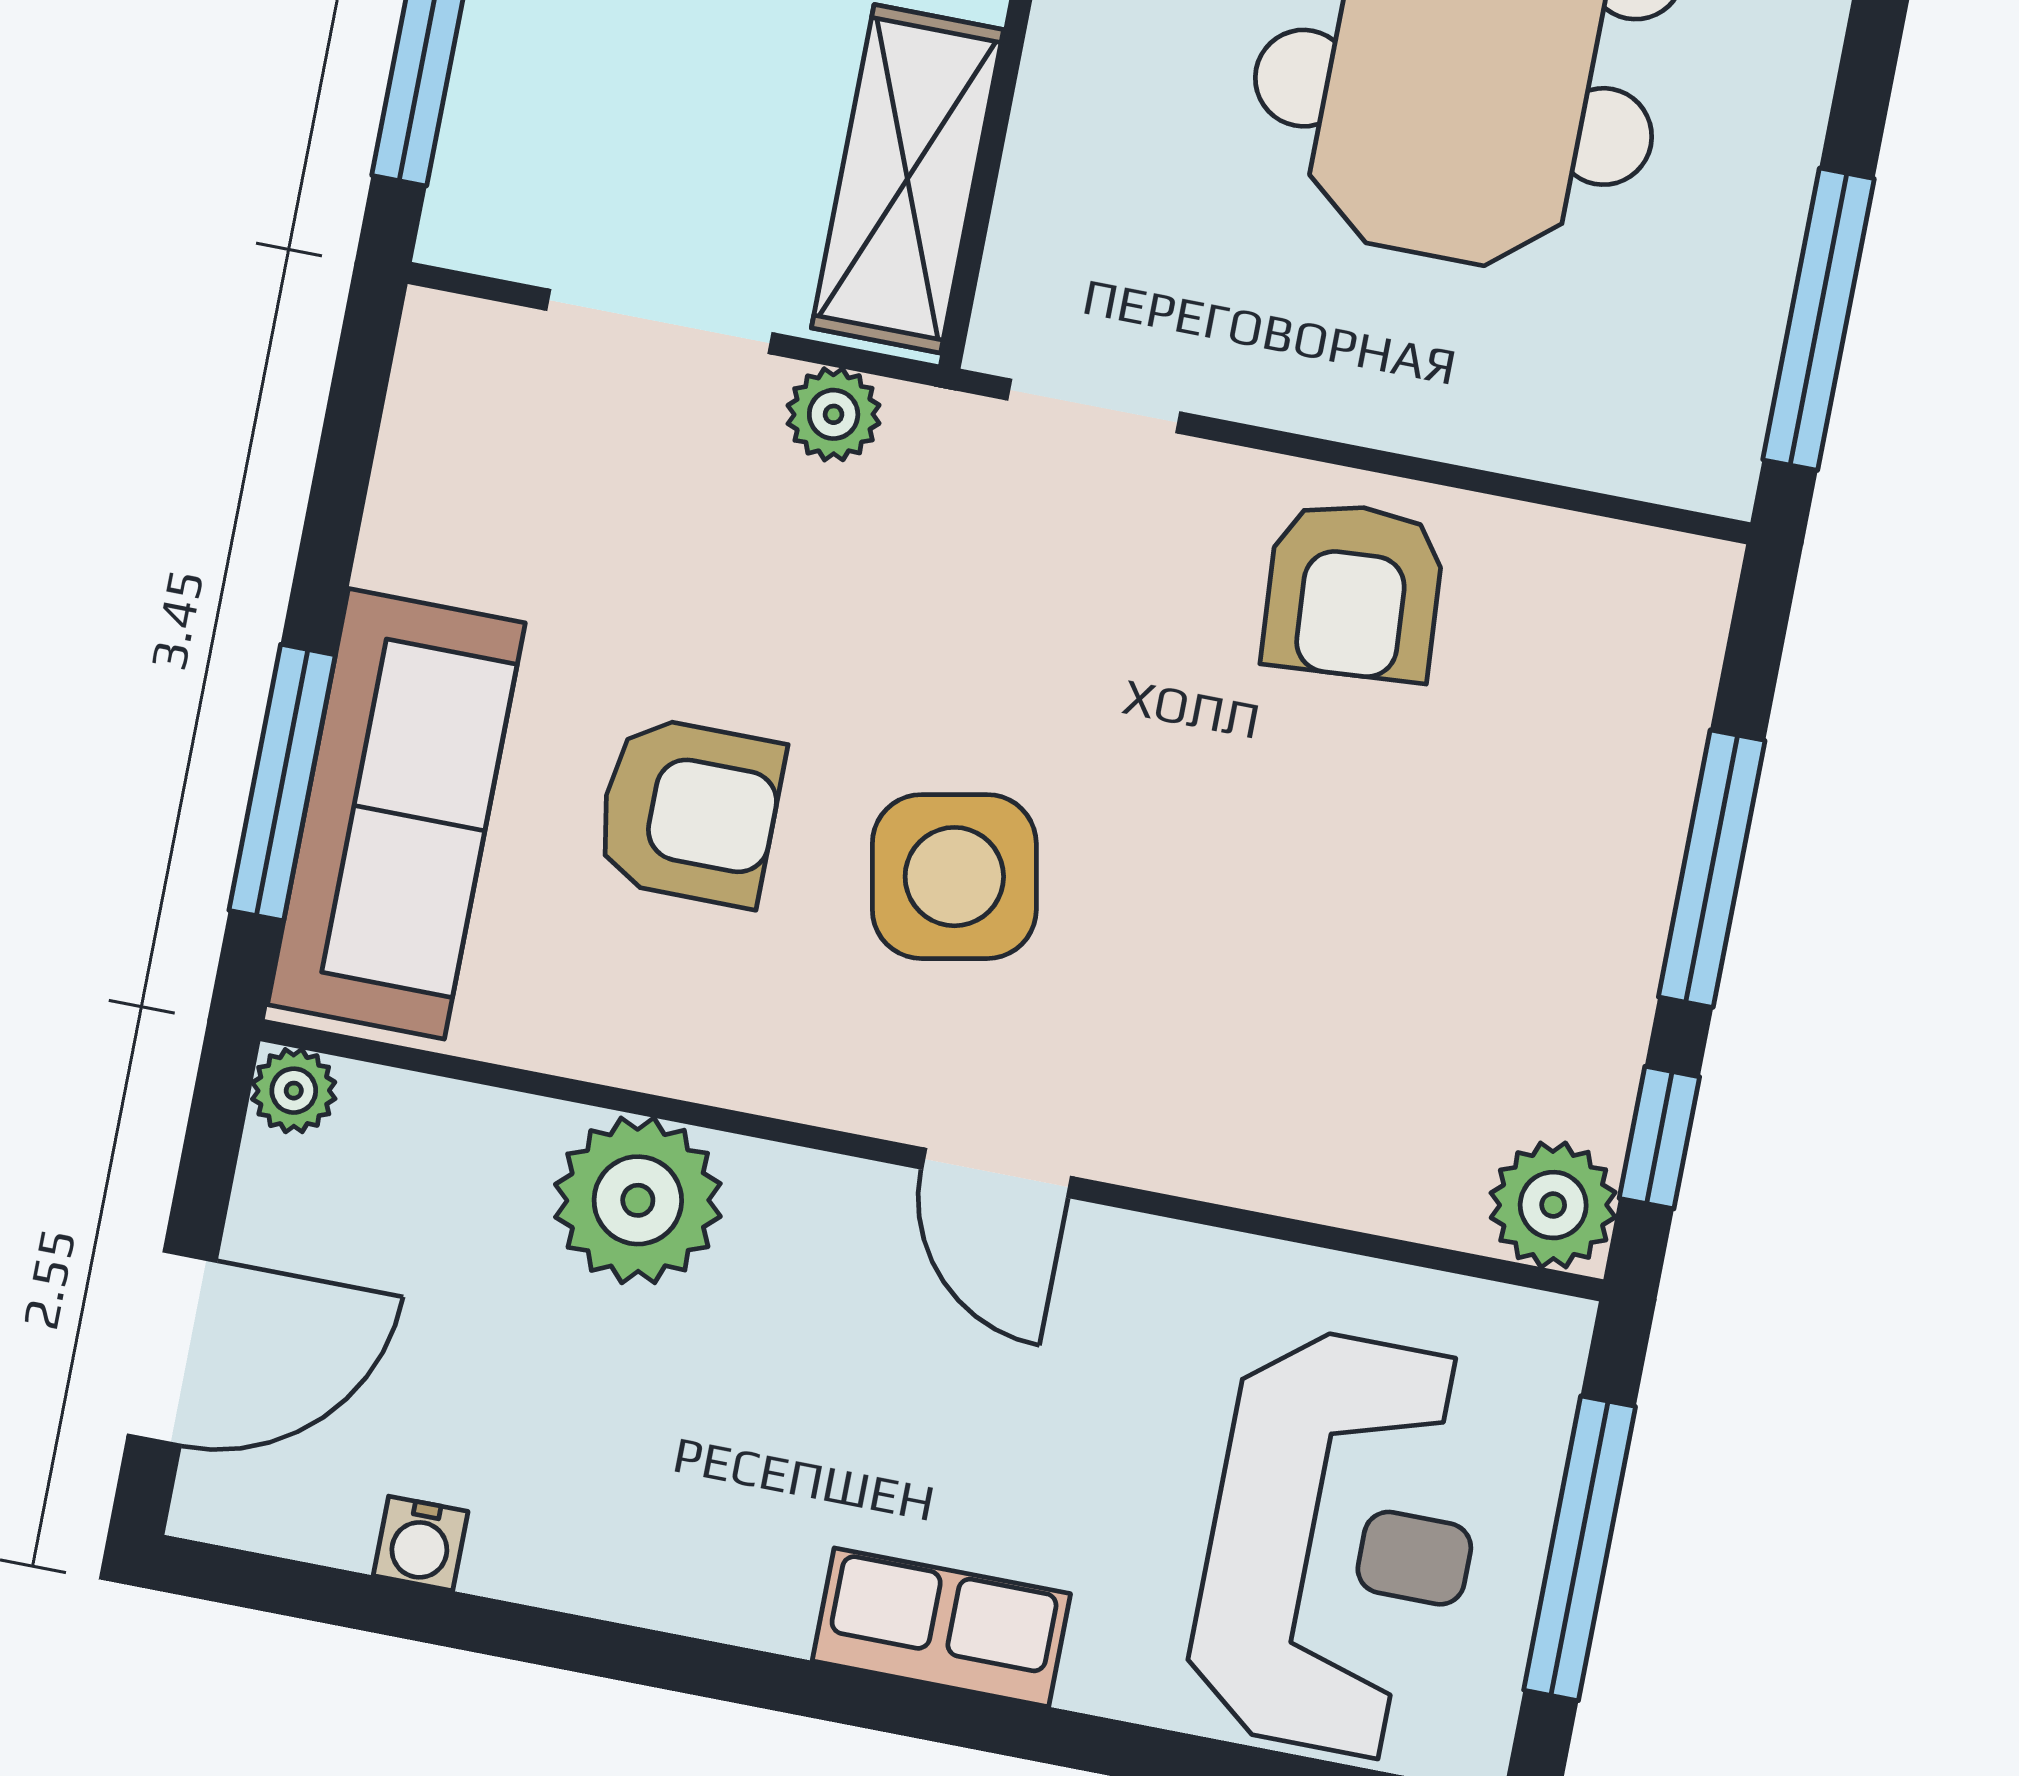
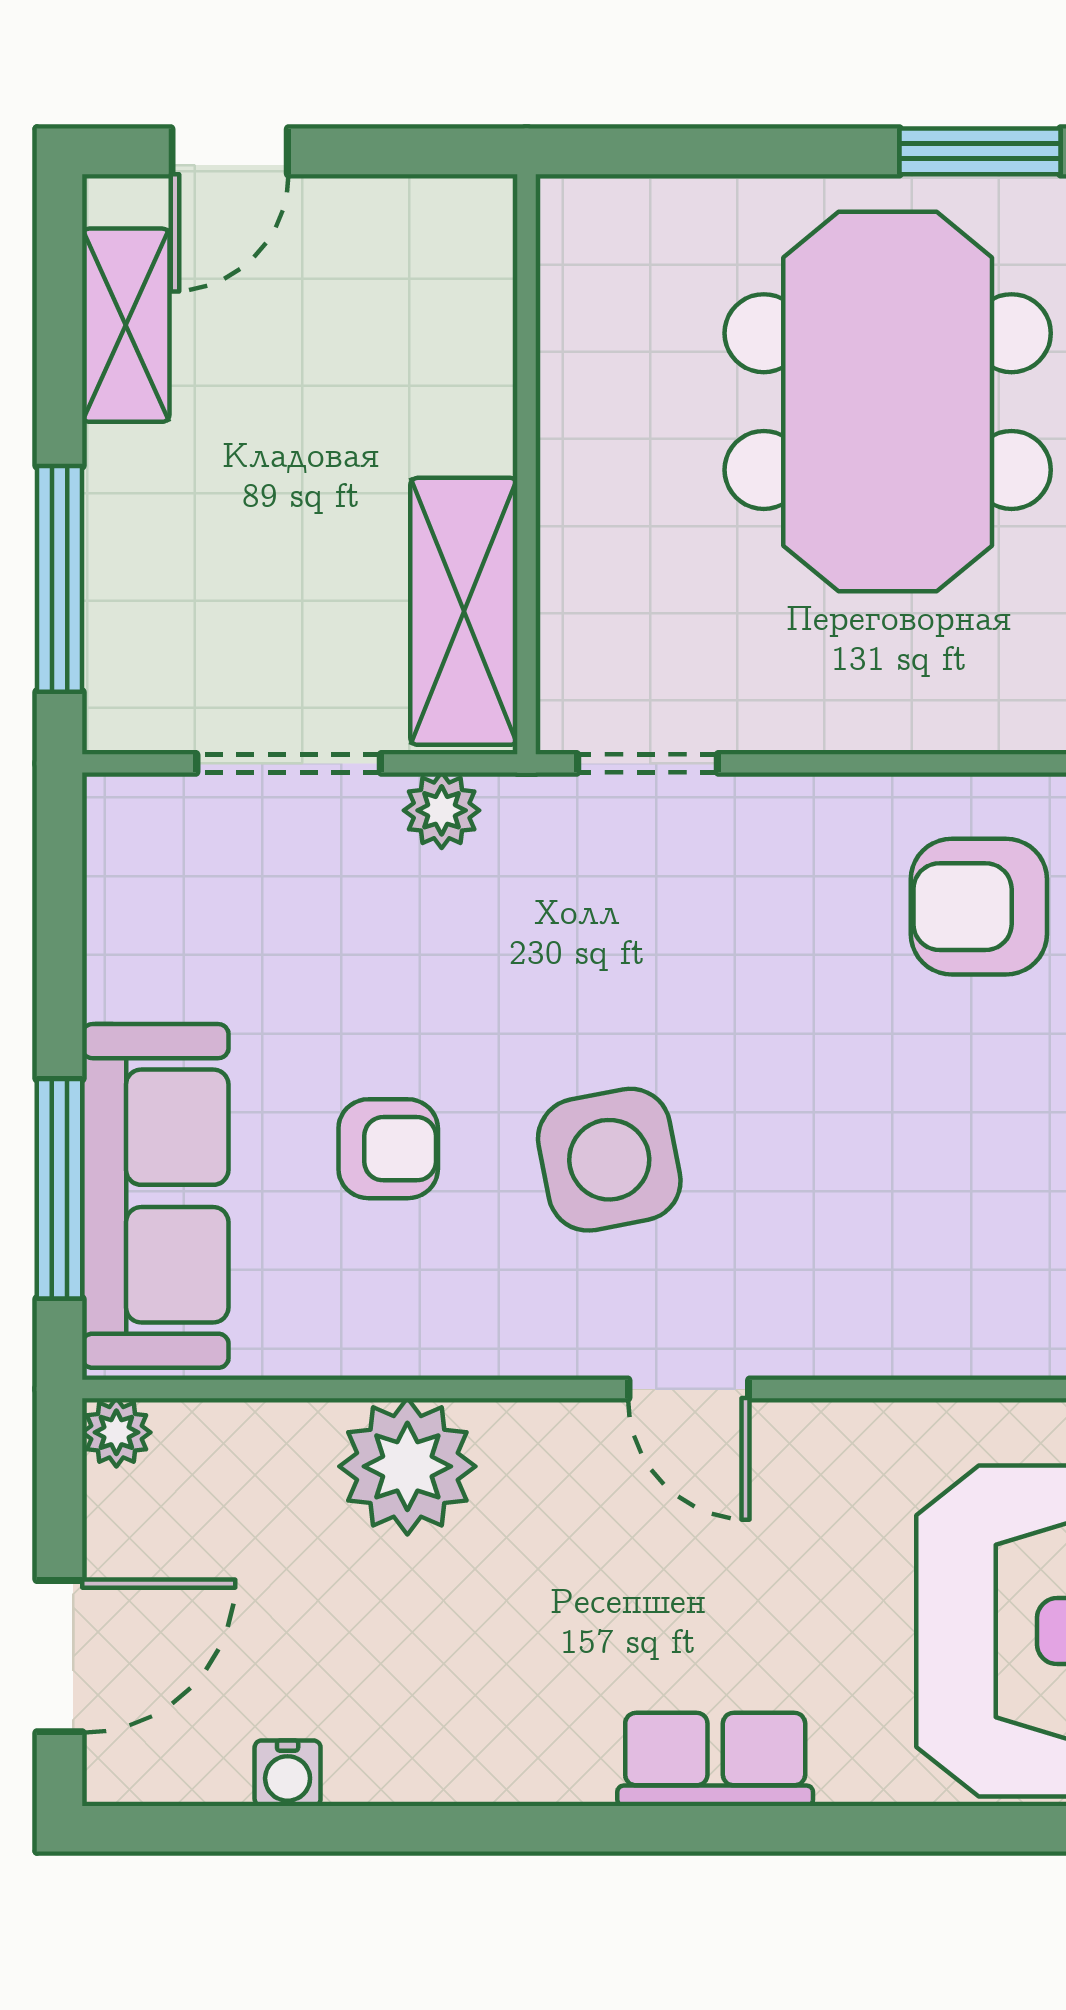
armchair: (1353, 591) -> (979, 907), moved, turned 94
armchair: (689, 811) -> (388, 1149), width x0.72, depth x0.72

